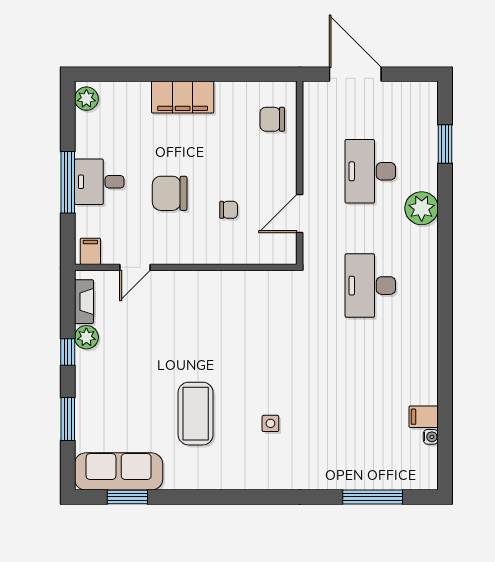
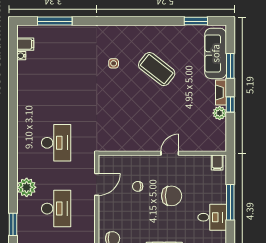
desk: (99, 182) -> (212, 217), moved
door: (135, 267) -> (170, 153), moved
fireplace: (84, 302) -> (221, 93), moved
coffee table: (196, 414) -> (157, 69), turned -52
filing cabinet: (424, 417) -> (25, 44), moved
sofa: (119, 471) -> (216, 53), moved, turned 90

